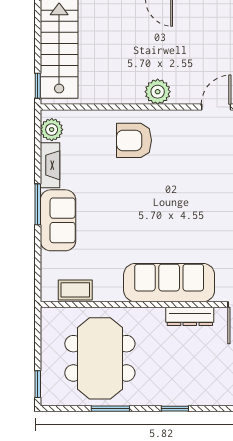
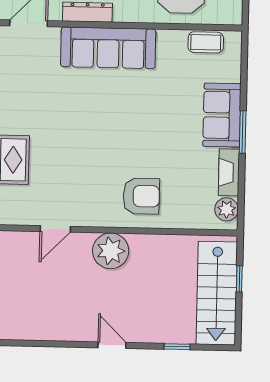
window: (38, 86) -> (239, 279), moved
plant: (158, 92) -> (111, 251), width x1.36, depth x1.36

